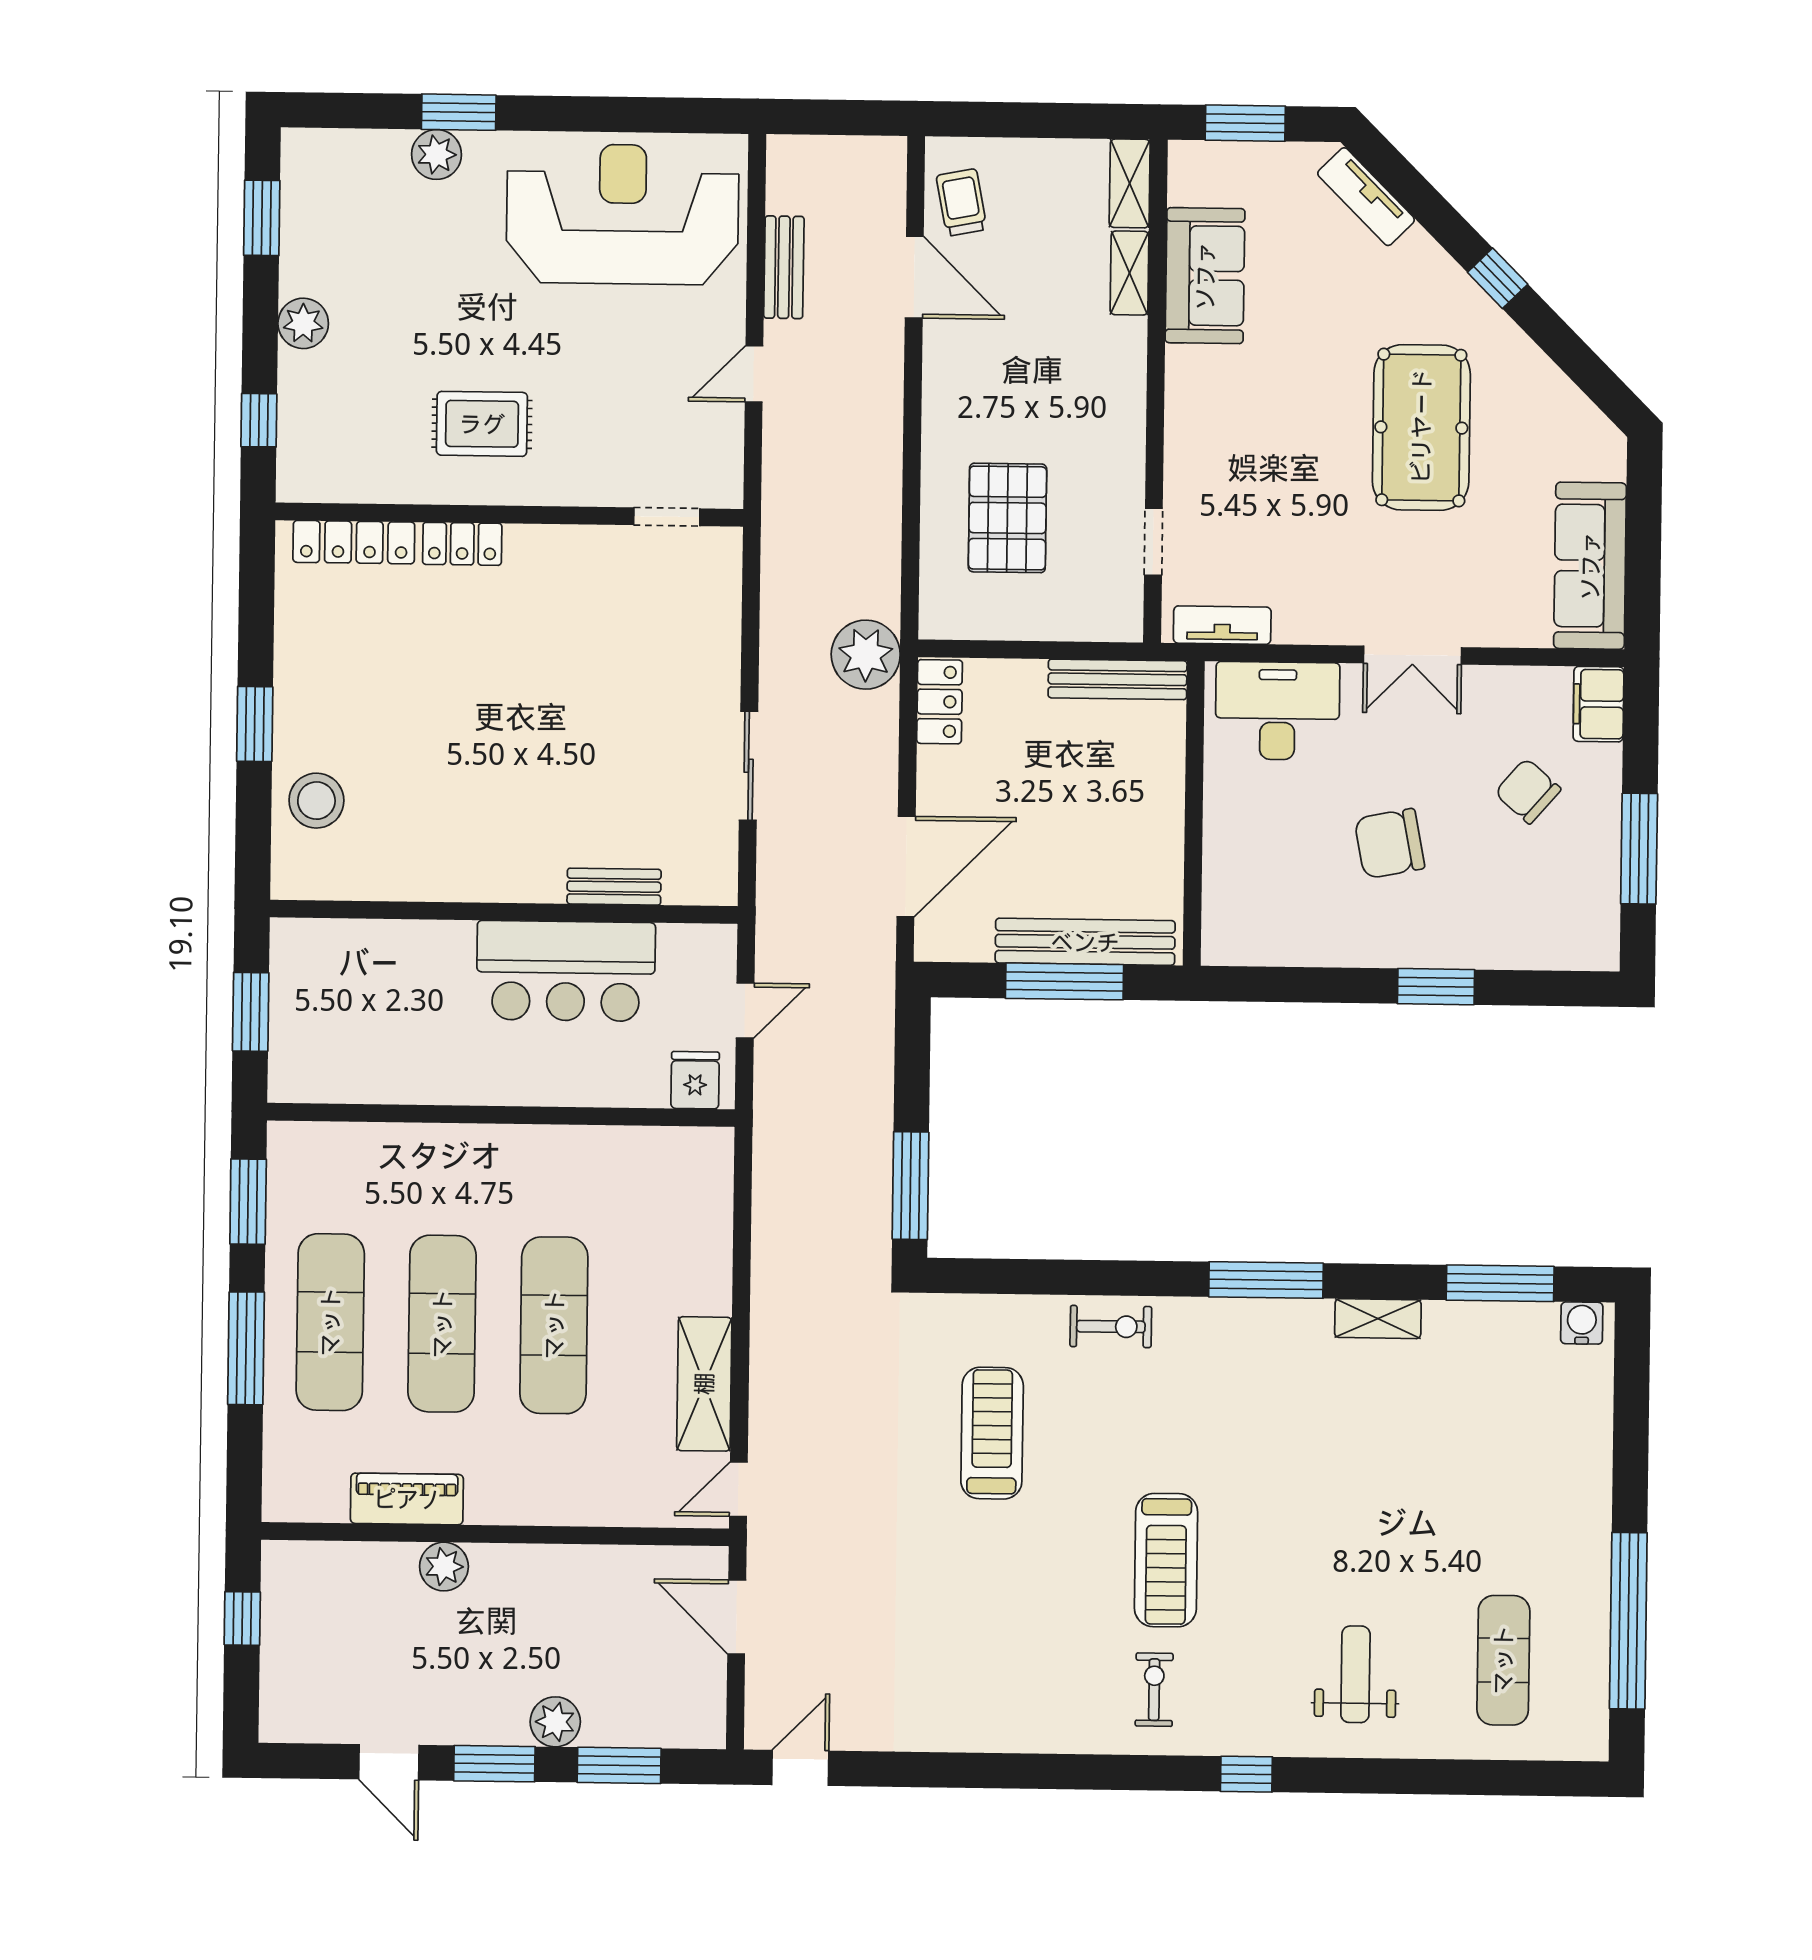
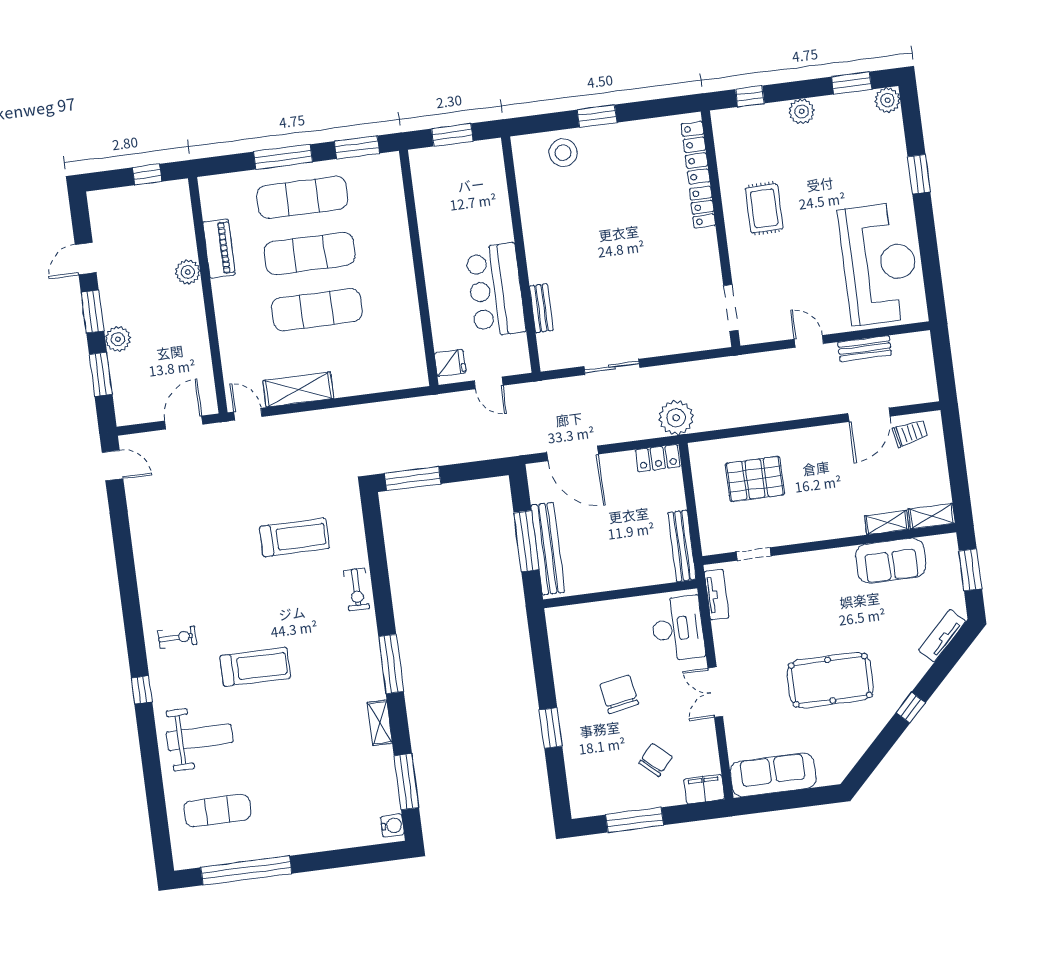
plant: (437, 154) -> (887, 100), moved
doorway: (667, 517) -> (731, 308), width x1.38
treadmill: (1166, 1560) -> (255, 667), moved, turned 180
weight bench: (1355, 1674) -> (200, 737), width x1.36, depth x1.33

